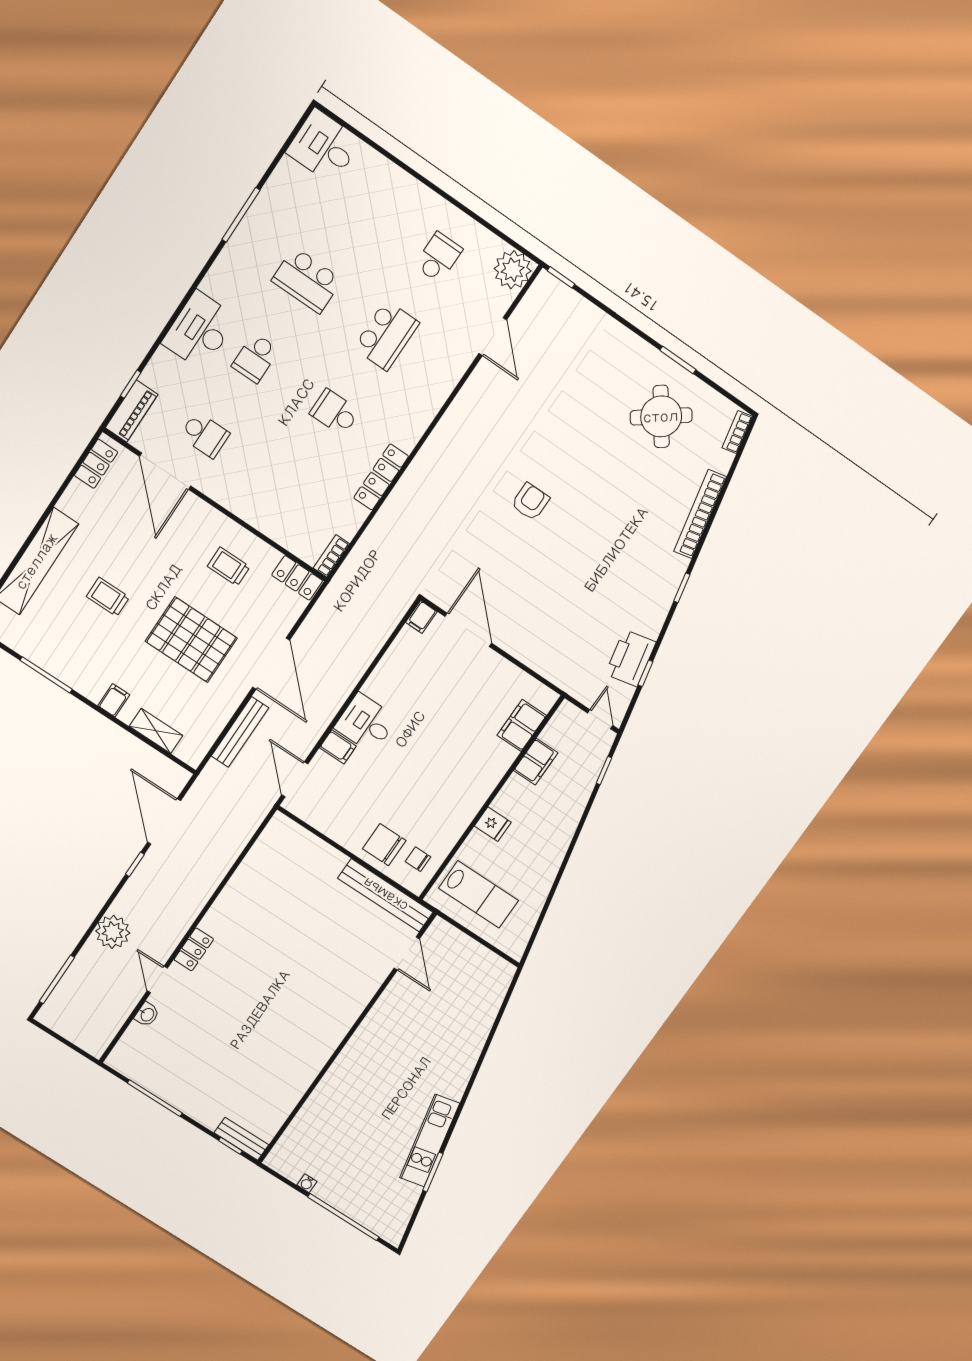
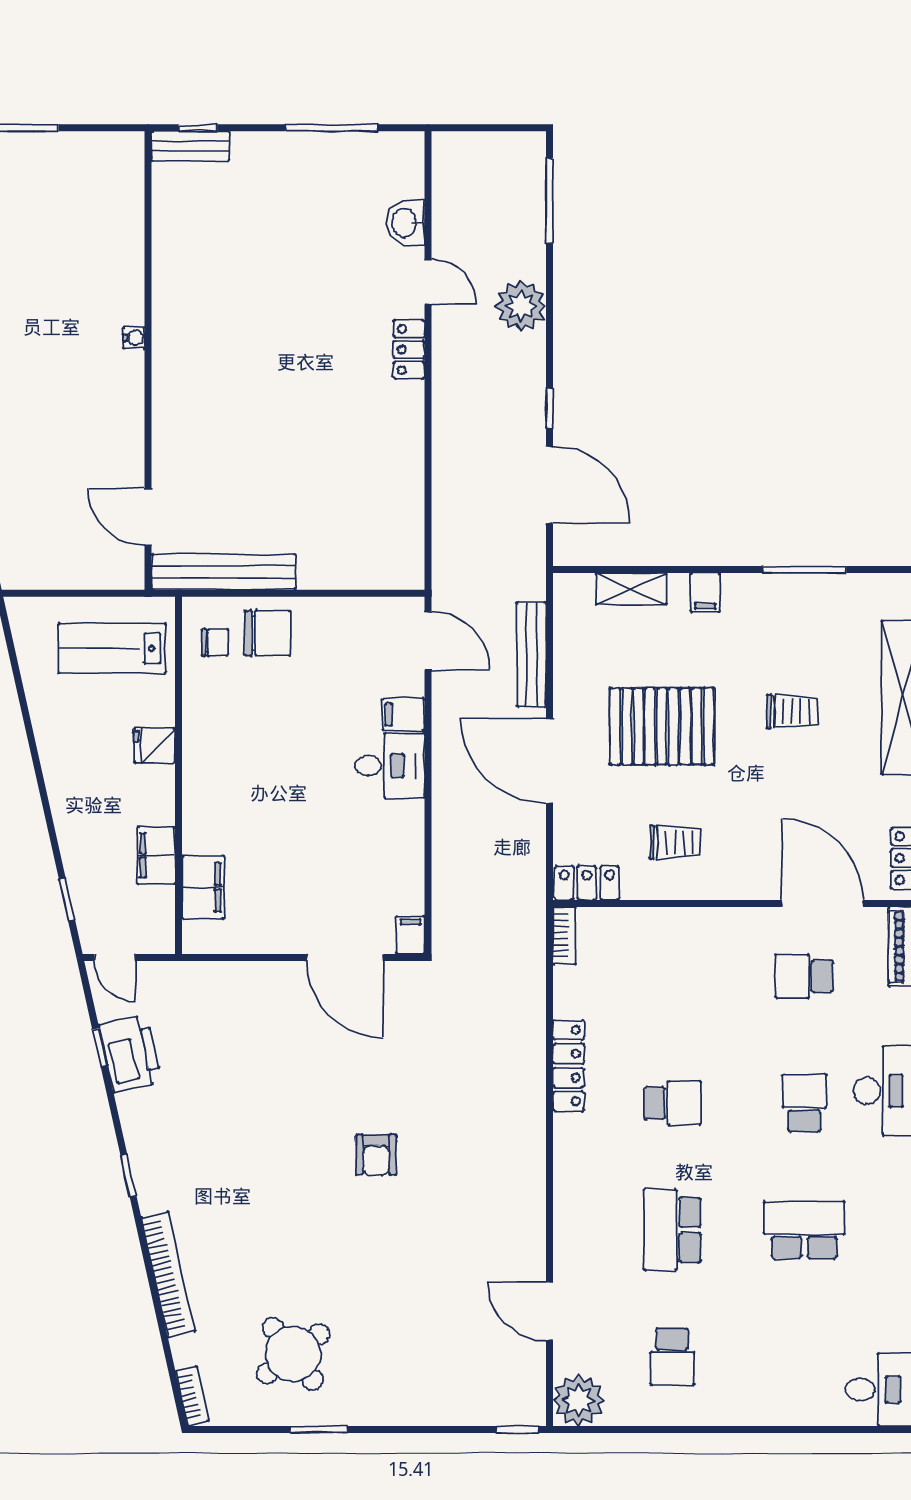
washbasin: (147, 1015) -> (405, 223), width x1.38, depth x1.45
water cooler: (307, 1183) -> (134, 338), moved, turned 90

